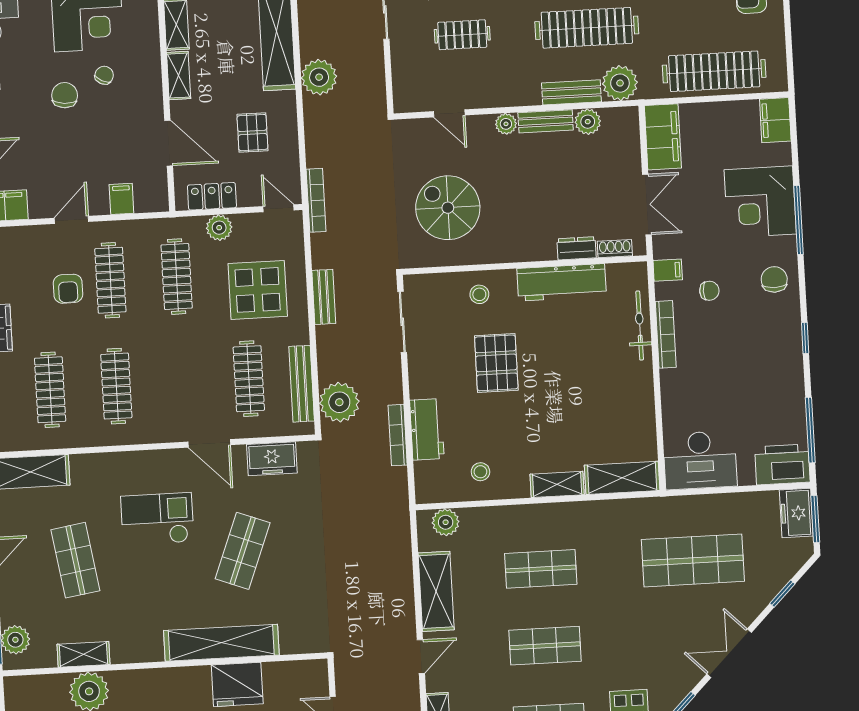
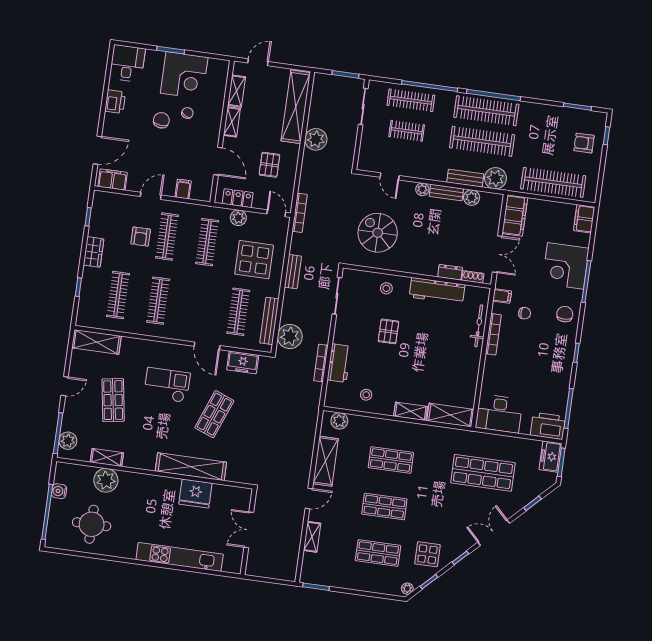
pallet: (496, 363) -> (388, 331), width x0.67, depth x0.71

